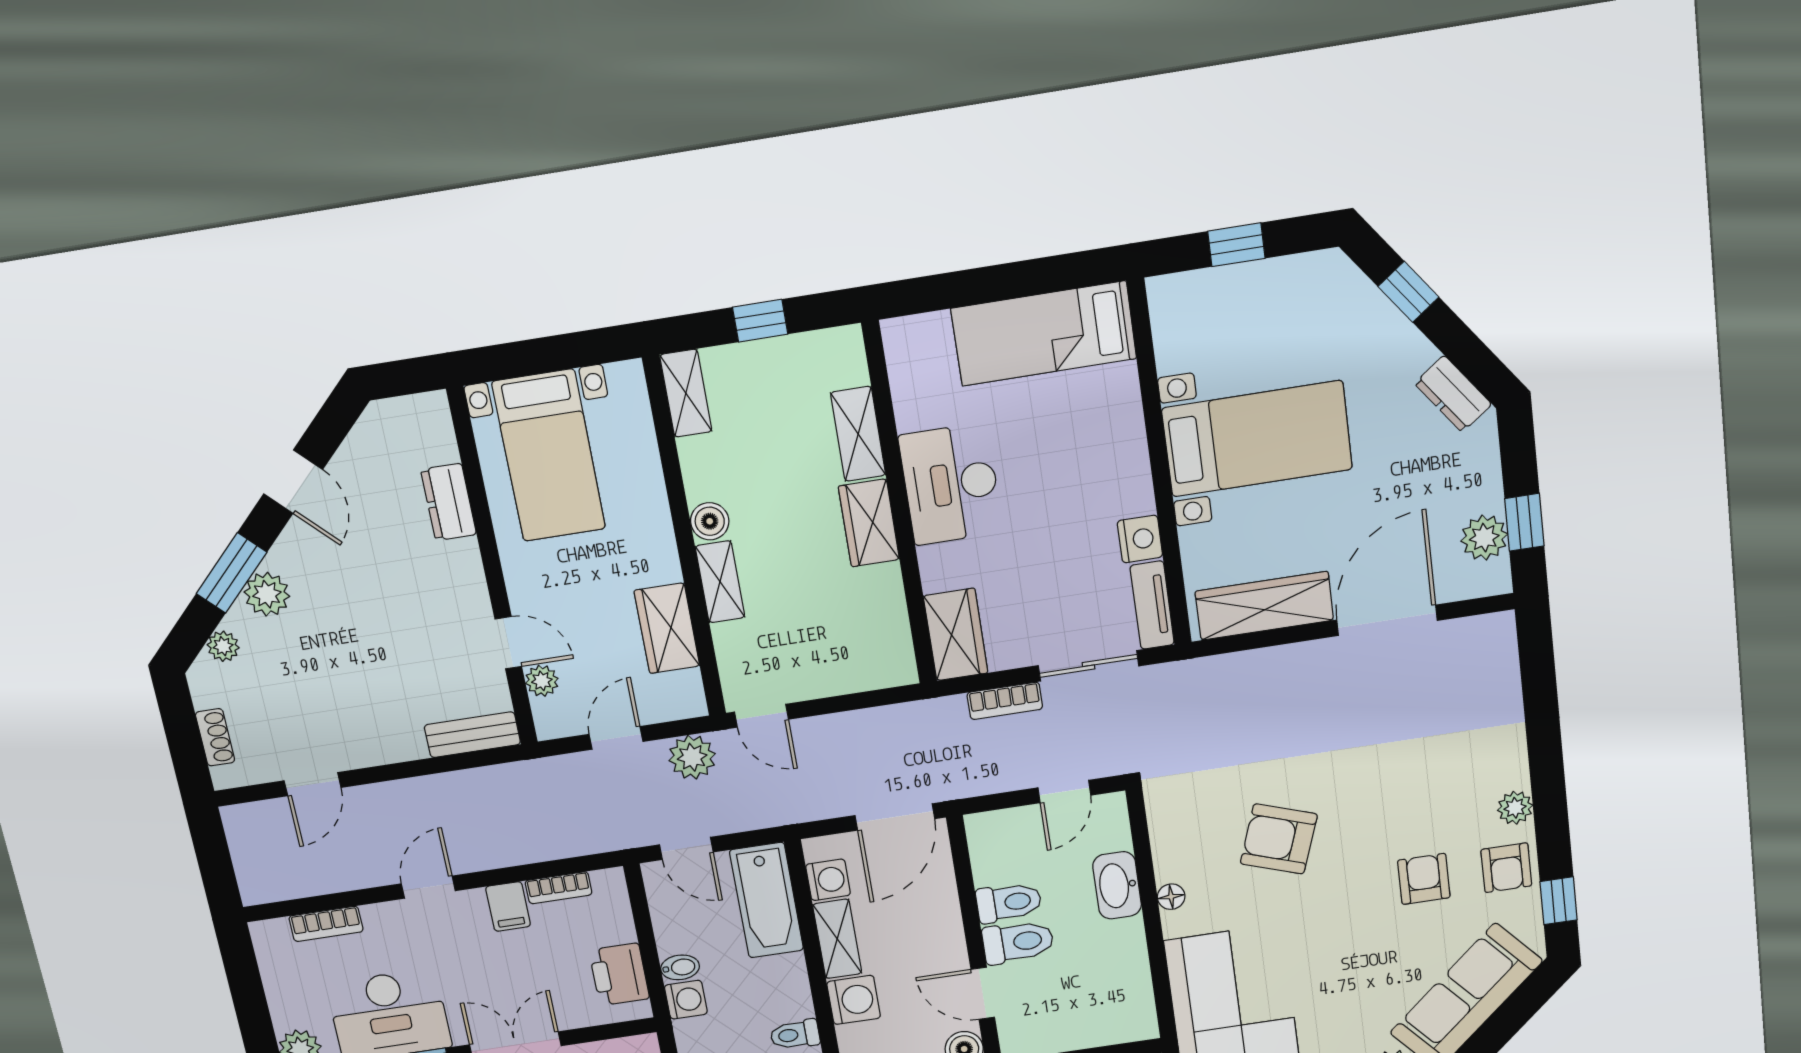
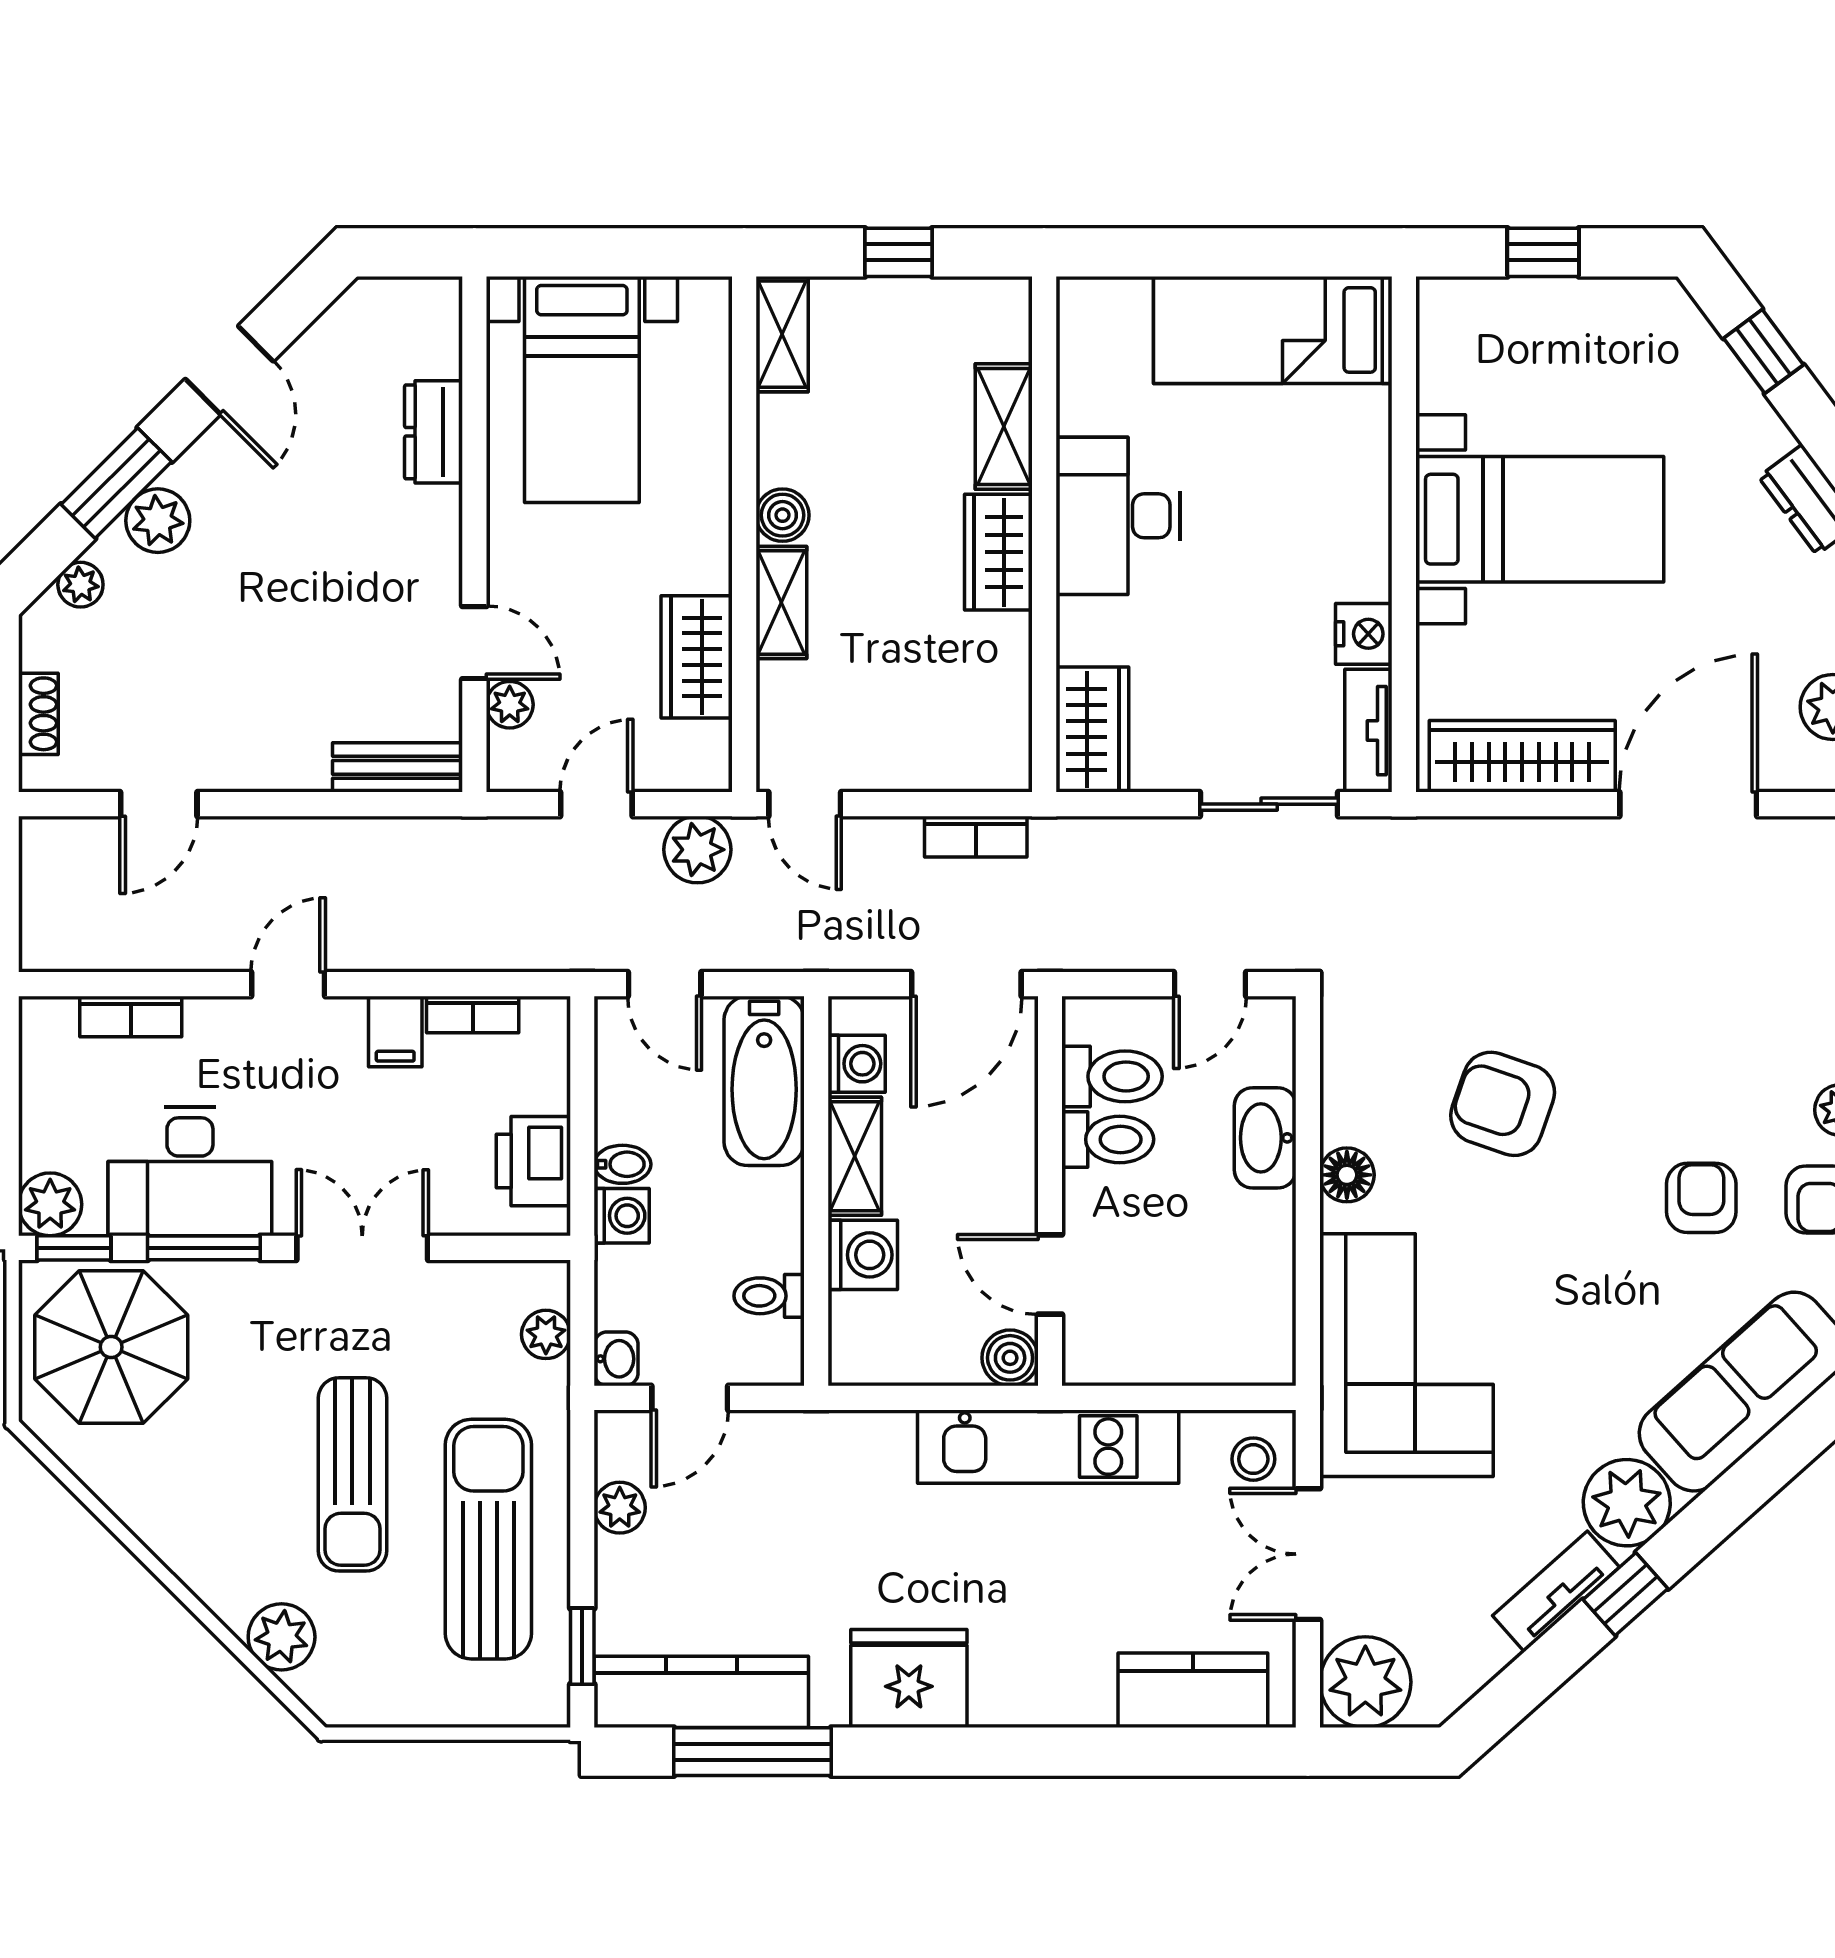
bookcase: (1005, 701) -> (976, 837), moved
floor lamp: (1171, 897) -> (1347, 1175), width x1.37, depth x1.37
toilet: (1018, 942) -> (1112, 1076), moved

